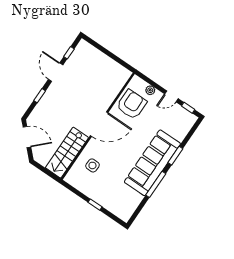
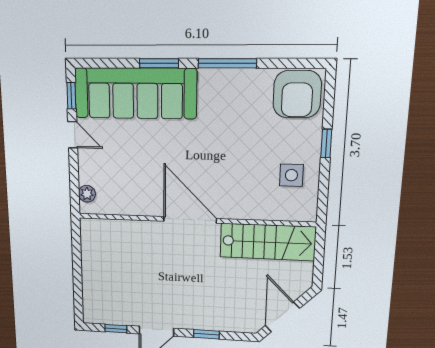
plant: (150, 90) -> (87, 194), moved
armchair: (132, 104) -> (297, 94), moved, turned -90
sofa: (152, 163) -> (135, 93), moved
side table: (92, 165) -> (291, 175), moved

